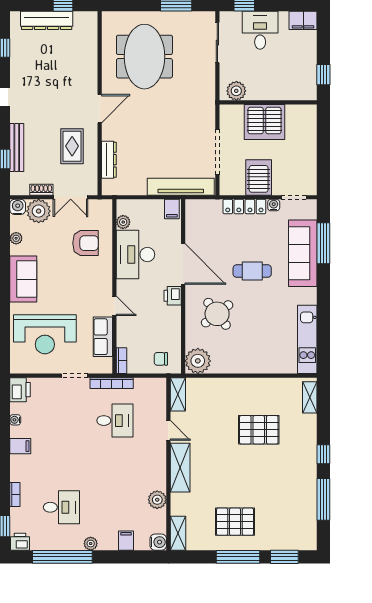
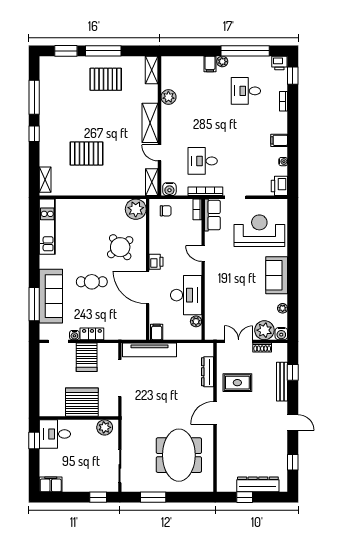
desk: (260, 30) -> (55, 434), moved, turned 90
rug: (72, 146) -> (237, 383), turned 90
locker: (244, 207) -> (92, 334), width x0.66
armchair: (86, 243) -> (226, 304), removed
row of seats: (103, 337) -> (212, 215), moved
filing cabinet: (126, 541) -> (210, 64), moved
water cooler: (158, 542) -> (169, 189), moved, turned -90

